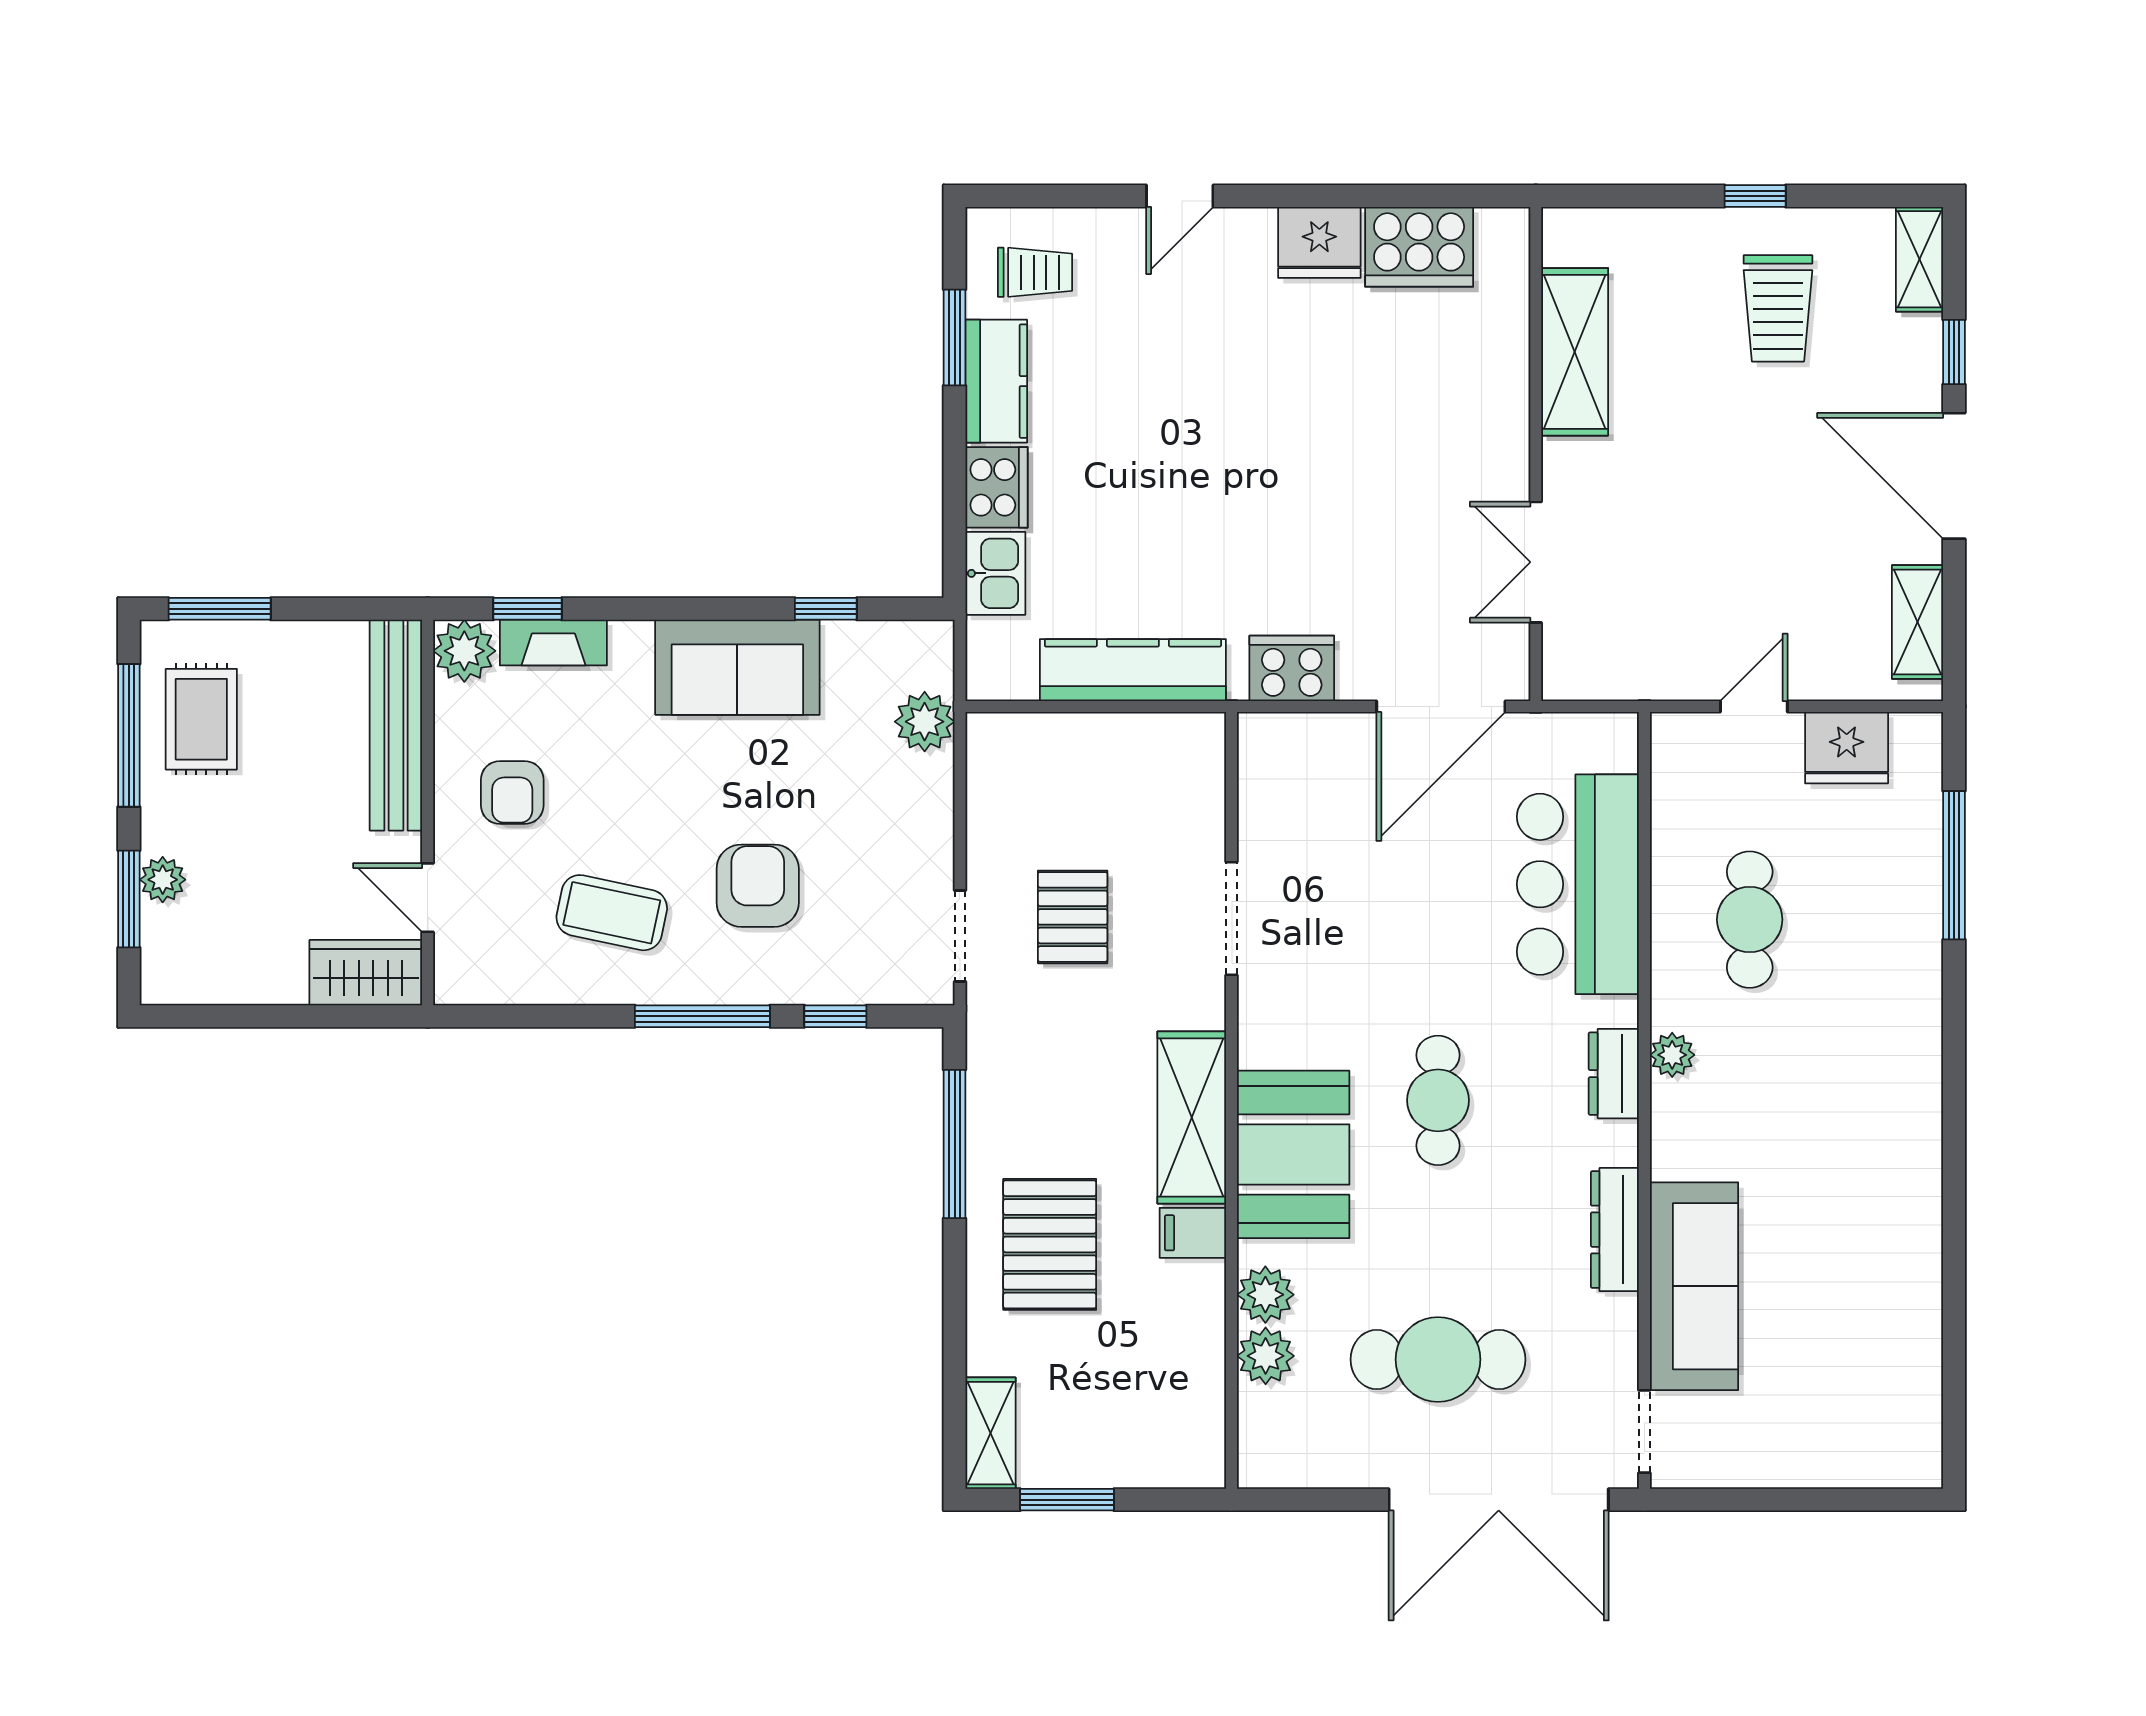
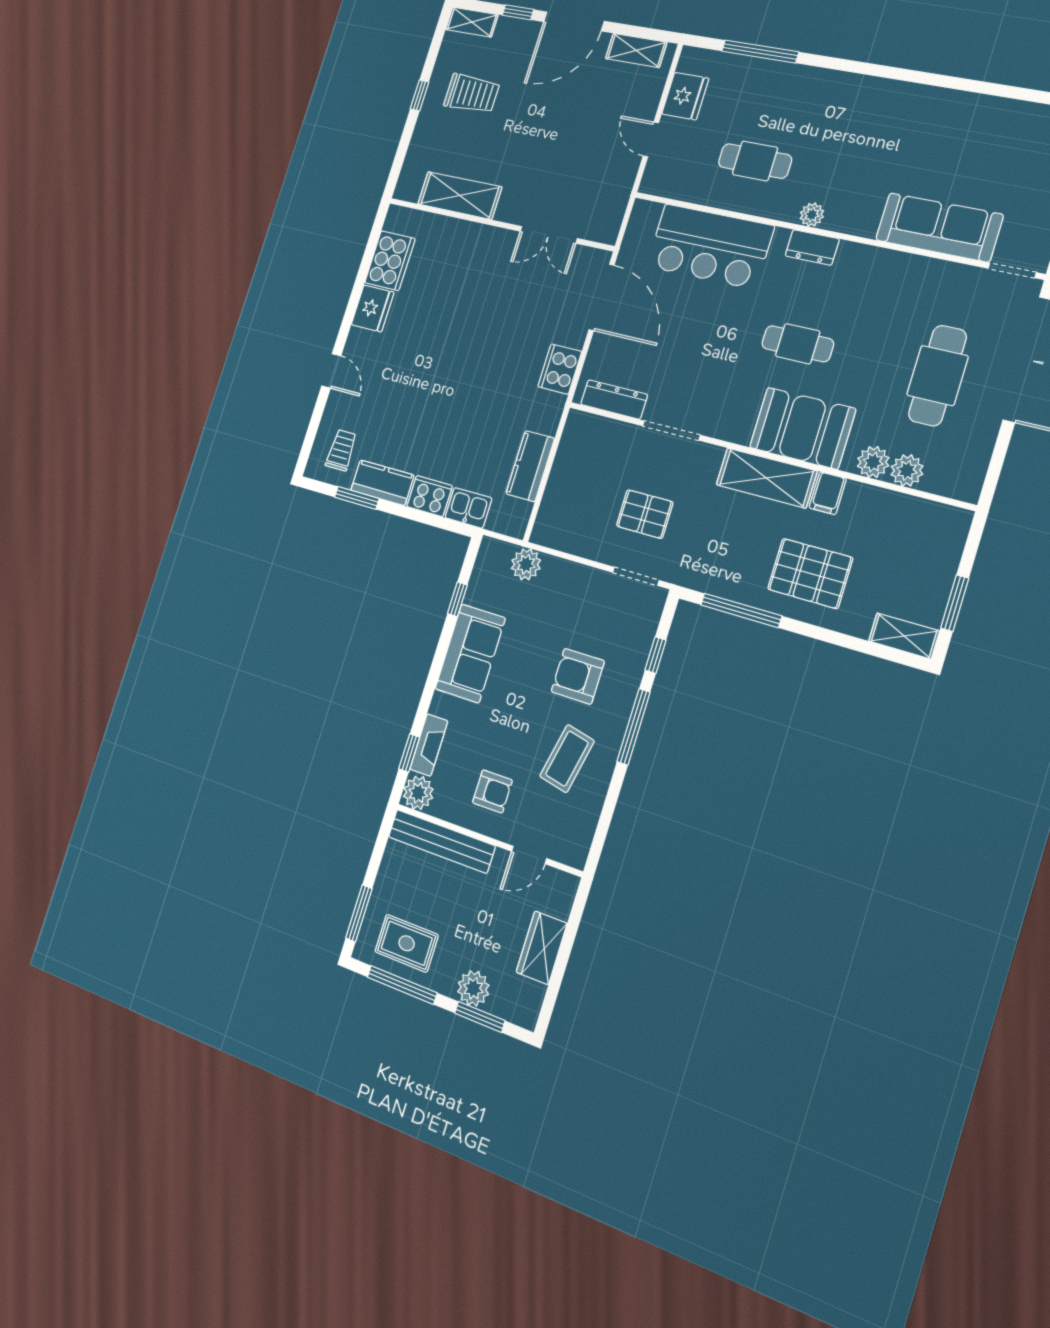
kitchen counter: (1133, 670) -> (530, 466), width x0.67
plant: (163, 880) -> (473, 988), width x1.38, depth x1.38
wardrobe: (366, 973) -> (542, 948), moved
dresser: (1615, 1230) -> (614, 400), moved, turned 180

